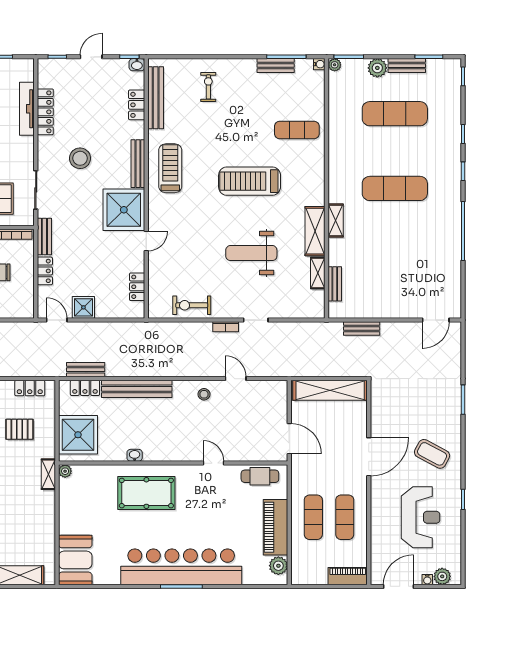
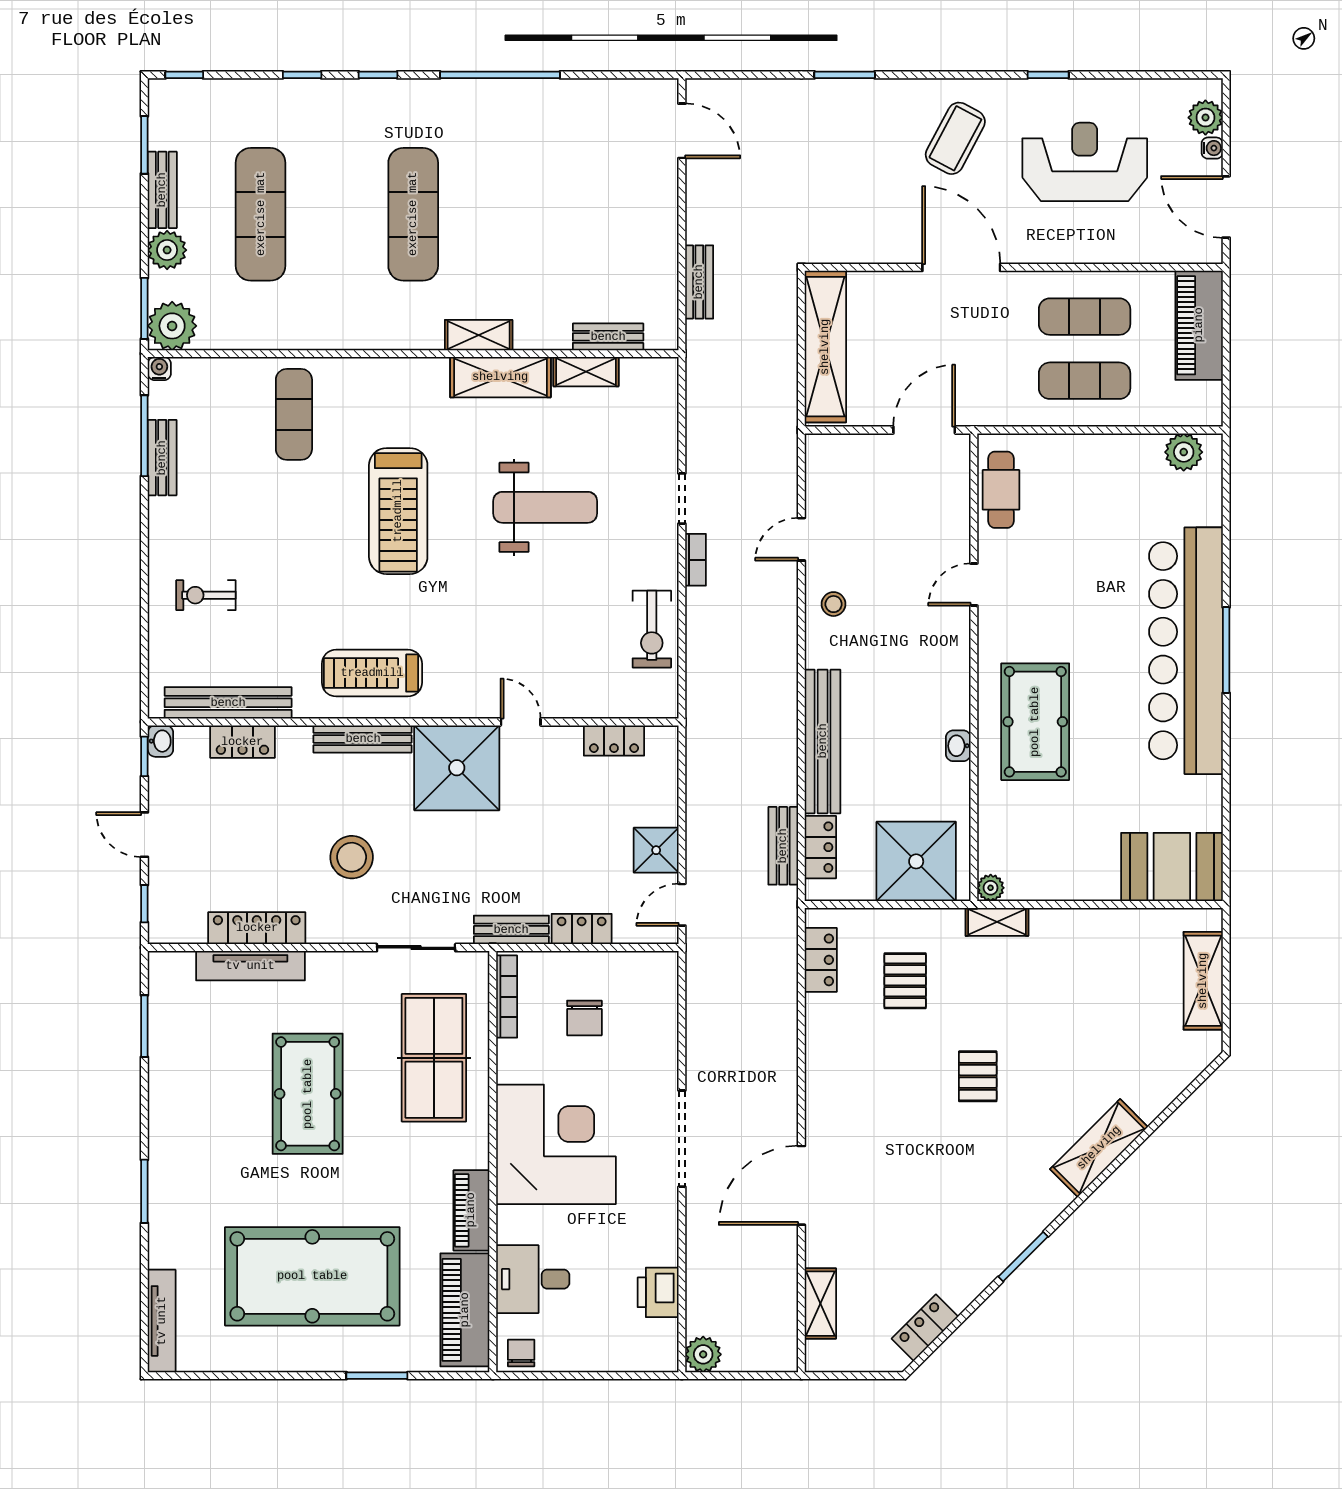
plant: (335, 65) -> (172, 326), width x1.88, depth x1.88
weight bench: (251, 253) -> (545, 507), turned -90
piano: (275, 527) -> (1105, 458), removed
piano: (348, 576) -> (1199, 325), width x1.37, depth x1.33

